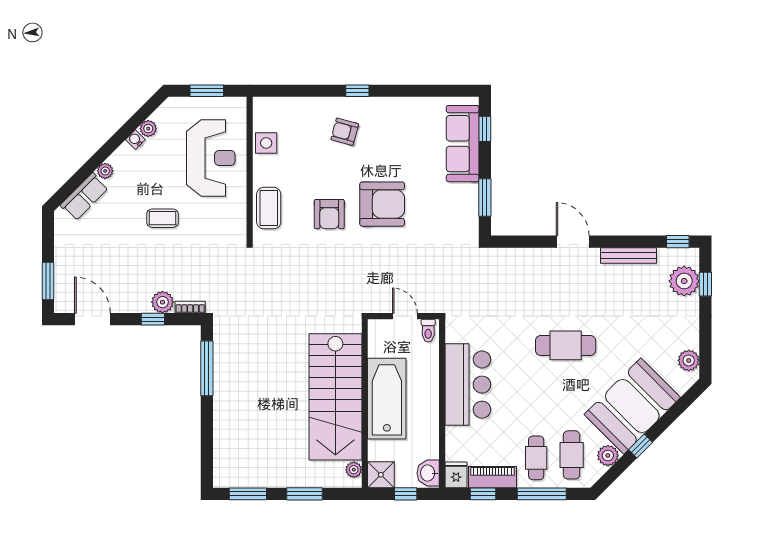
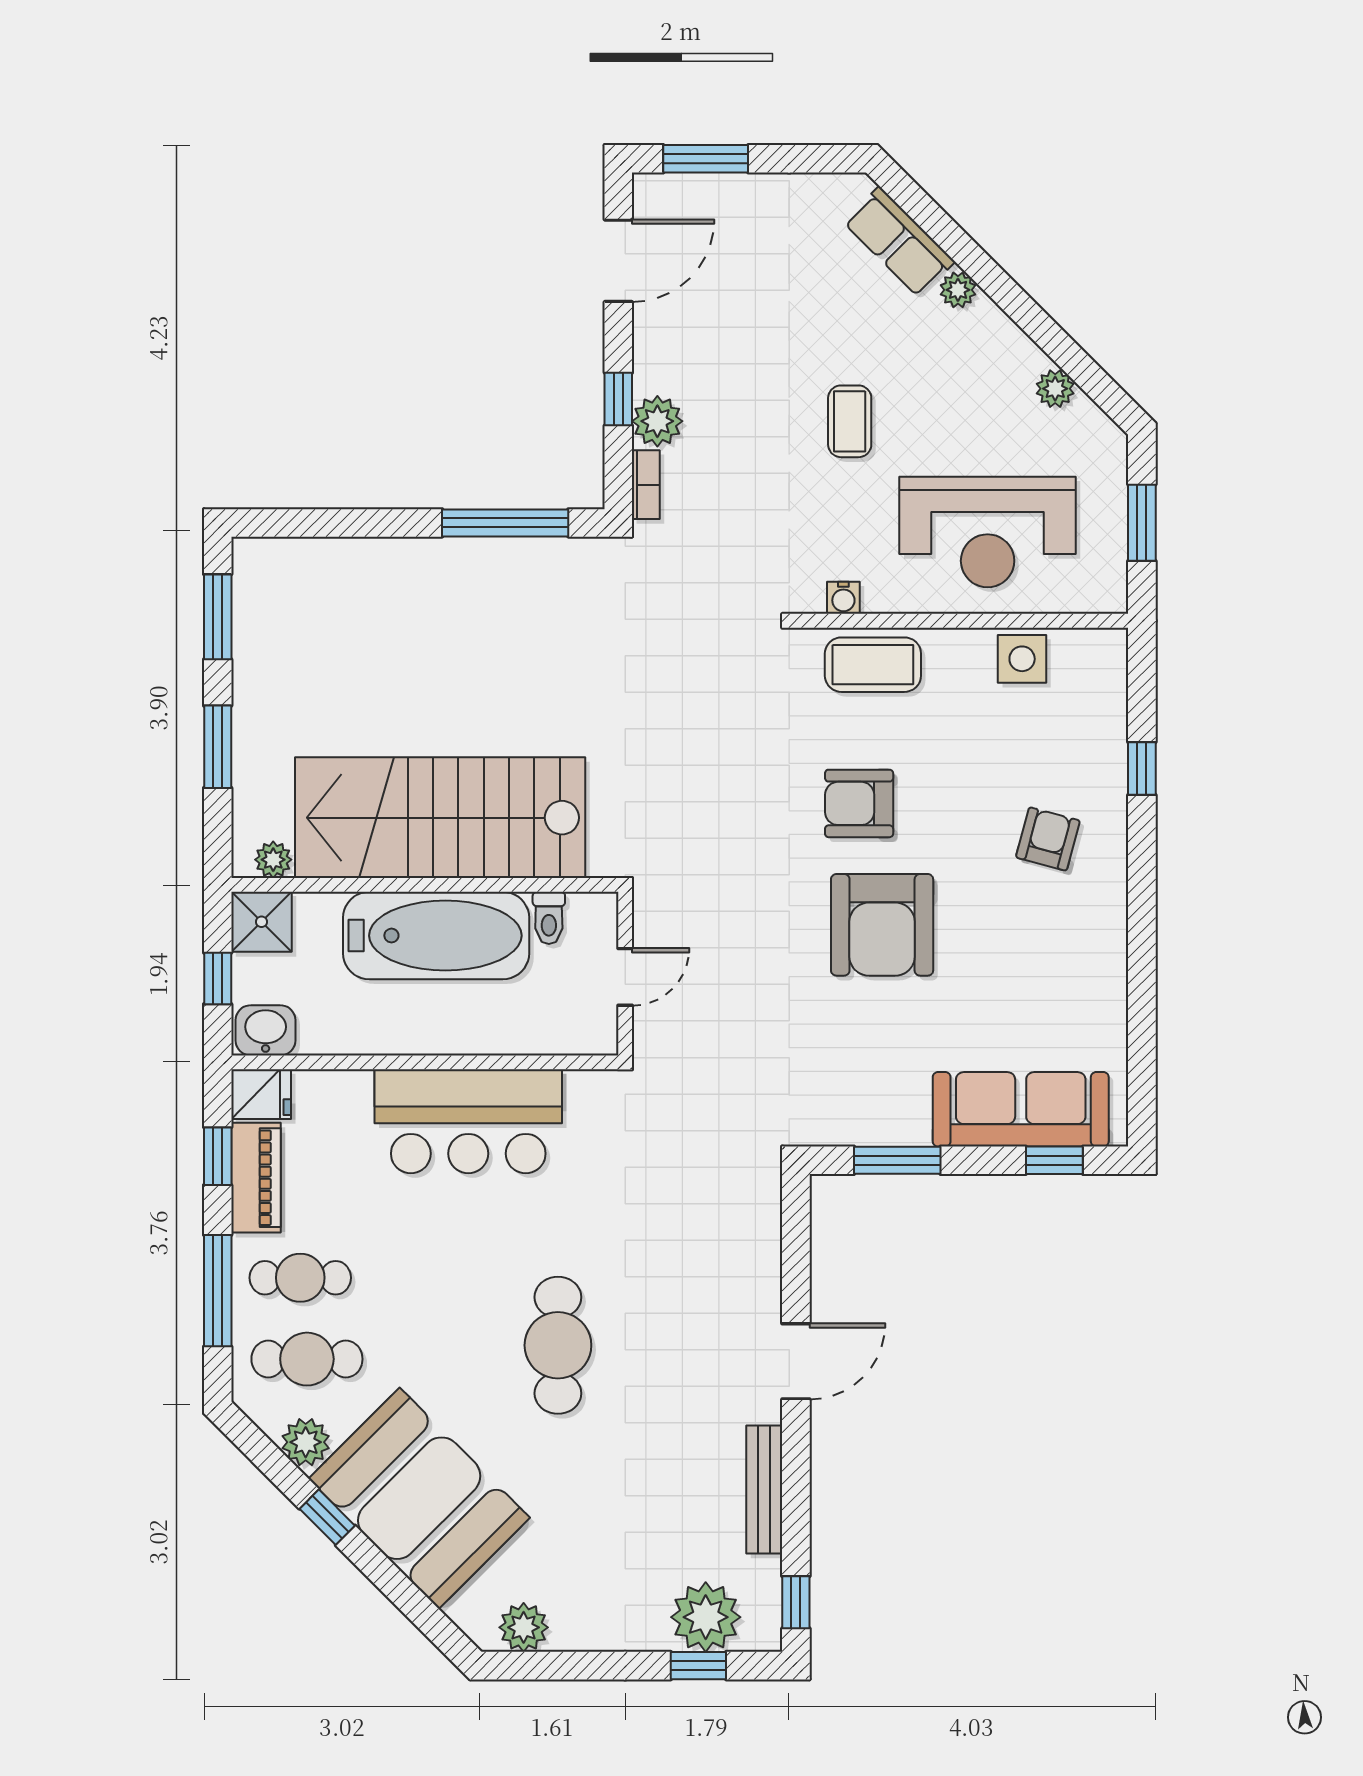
window: (357, 91) -> (1142, 769), moved
water cooler: (135, 140) -> (843, 598), moved, turned 135
toilet: (428, 331) -> (549, 918), moved, turned -90

